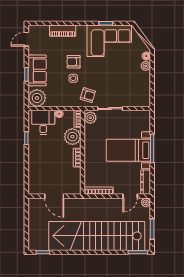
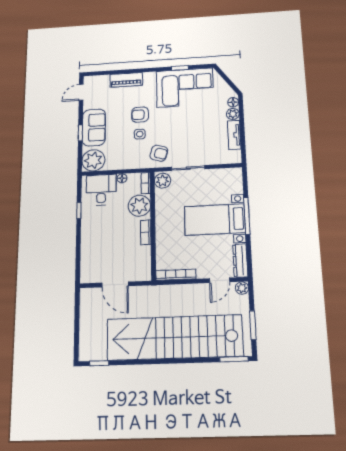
tv unit: (146, 84) -> (234, 135), added

